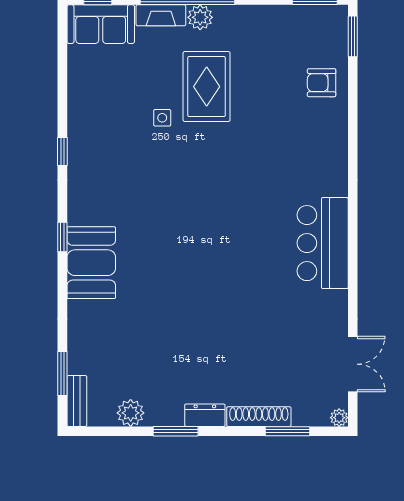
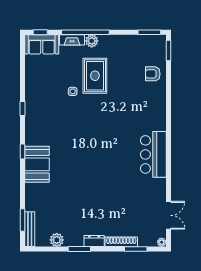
bench: (77, 401) -> (30, 229), width x1.36

